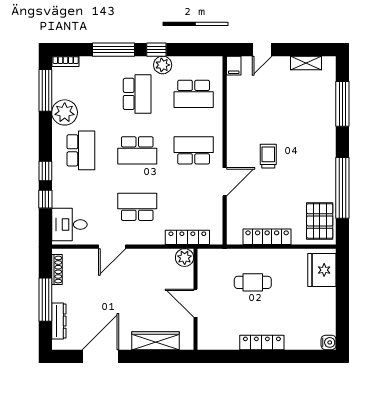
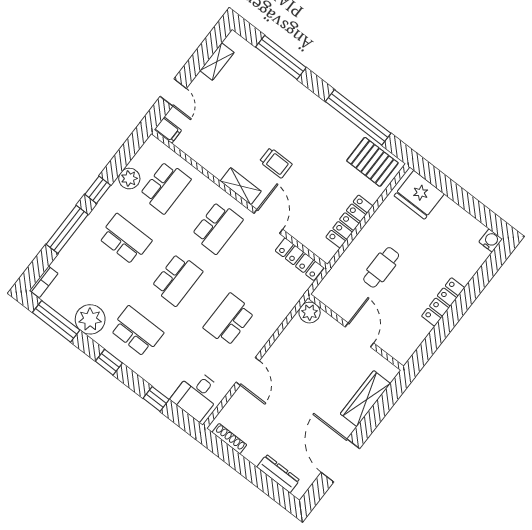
plant: (163, 65) -> (129, 179), moved
shelving: (234, 144) -> (241, 186), added
school desk: (194, 150) -> (217, 228), turned 180
trolley: (268, 156) -> (276, 163), turned 180
window: (45, 171) -> (109, 362), moved
locker: (187, 237) -> (299, 259), moved, turned -90
window: (45, 300) -> (249, 471), removed
door: (195, 303) -> (359, 335), swing flipped

